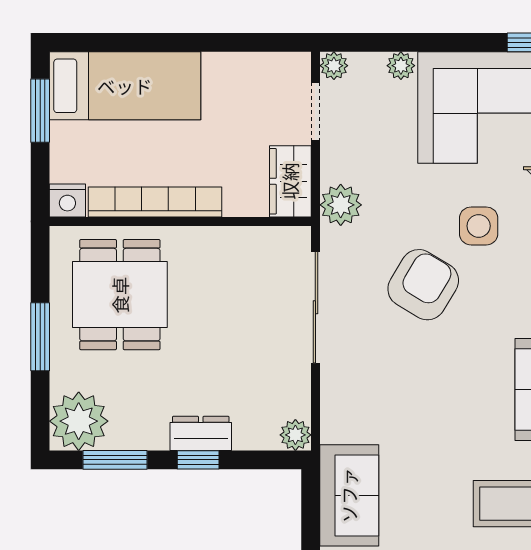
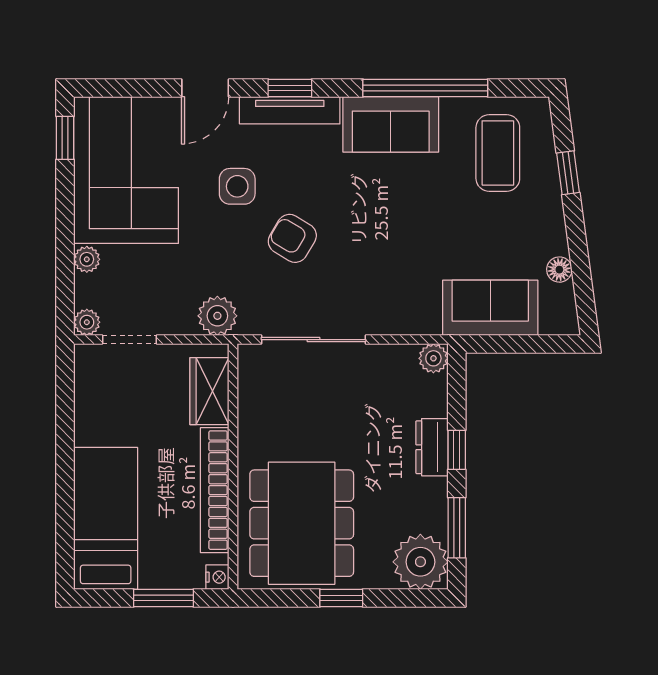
window: (40, 111) -> (163, 598), moved
wardrobe: (290, 181) -> (209, 391), moved, turned 90
nightstand: (67, 200) -> (217, 577), width x0.72, depth x0.74
armchair: (423, 285) -> (292, 238), width x0.72, depth x0.72
dining table: (120, 295) -> (302, 523), width x1.38
window: (40, 337) -> (341, 598), width x0.67

